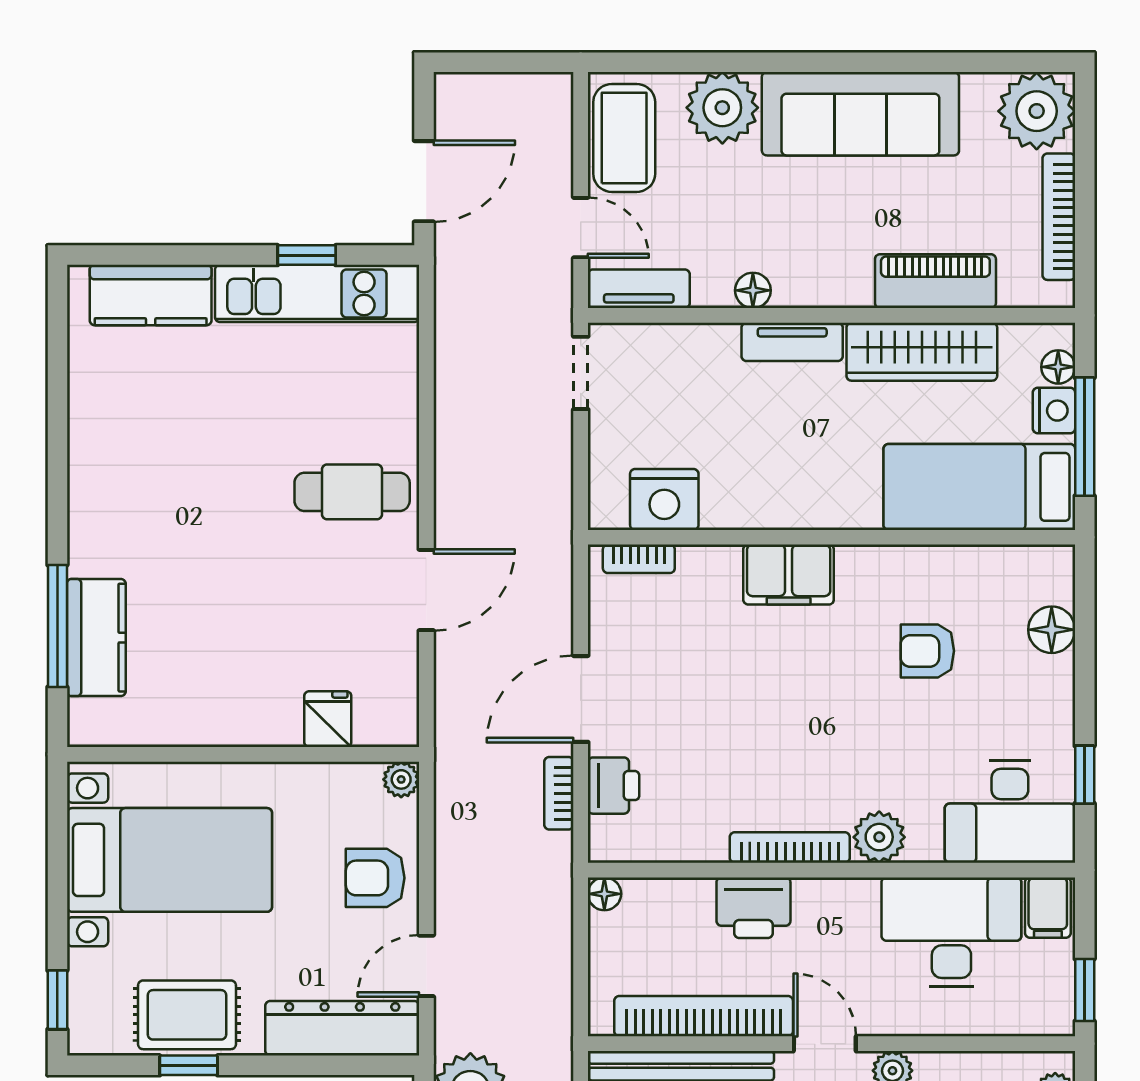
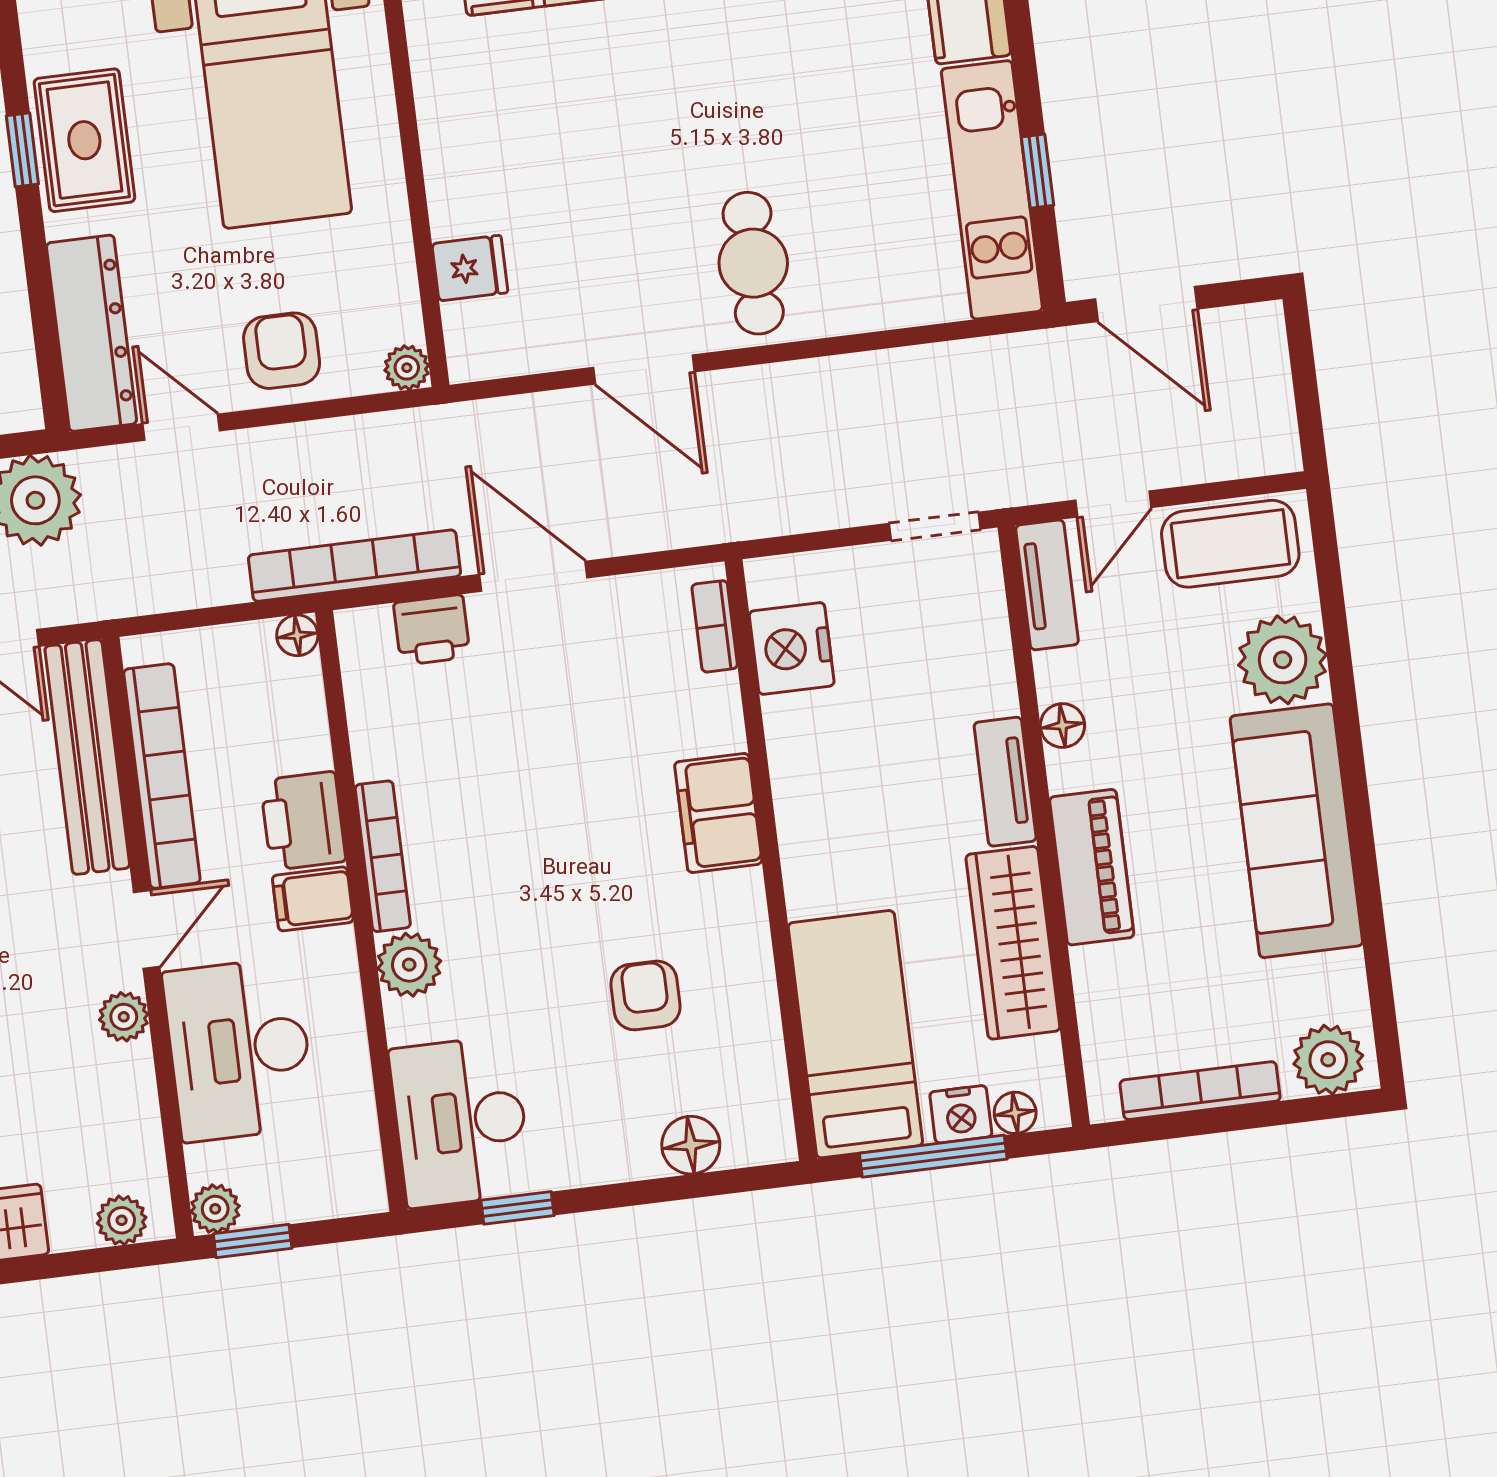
plant: (1037, 111) -> (1328, 1060), width x0.73, depth x0.73
piano: (935, 281) -> (1092, 867), moved
bookcase: (559, 793) -> (354, 566), width x2.31, depth x1.31
filing cabinet: (1048, 908) -> (313, 899), moved
desk: (951, 932) -> (239, 1050), moved, turned 180
plant: (1055, 1017) -> (215, 1209), added

